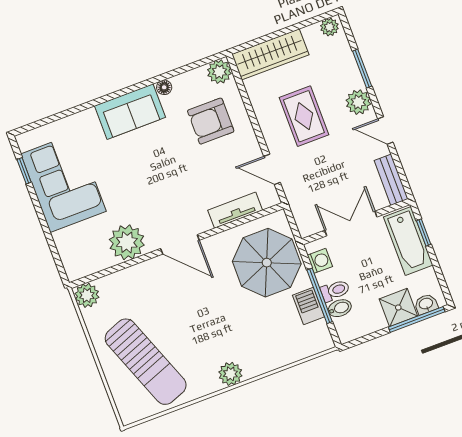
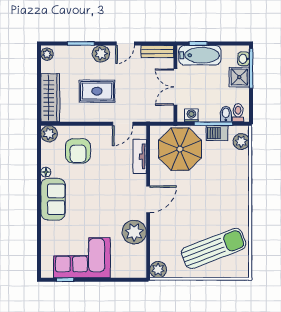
toilet: (335, 290) -> (238, 113), moved
plant: (230, 374) -> (241, 142), moved

